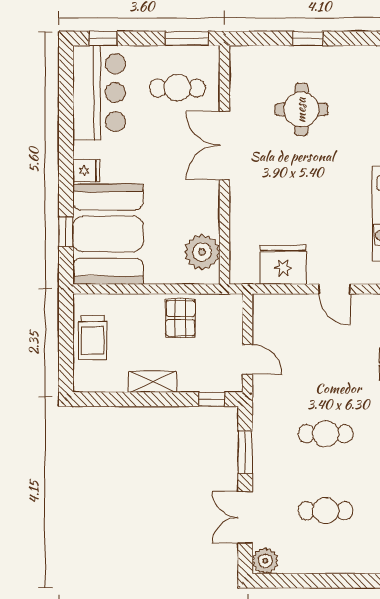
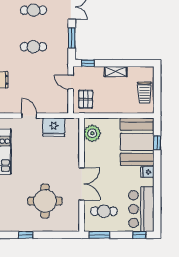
window: (308, 38) -> (26, 235), moved
round table: (301, 110) -> (45, 201), width x1.36, depth x1.36
pallet: (180, 318) -> (86, 99), moved
trolley: (92, 338) -> (144, 93), turned 180

